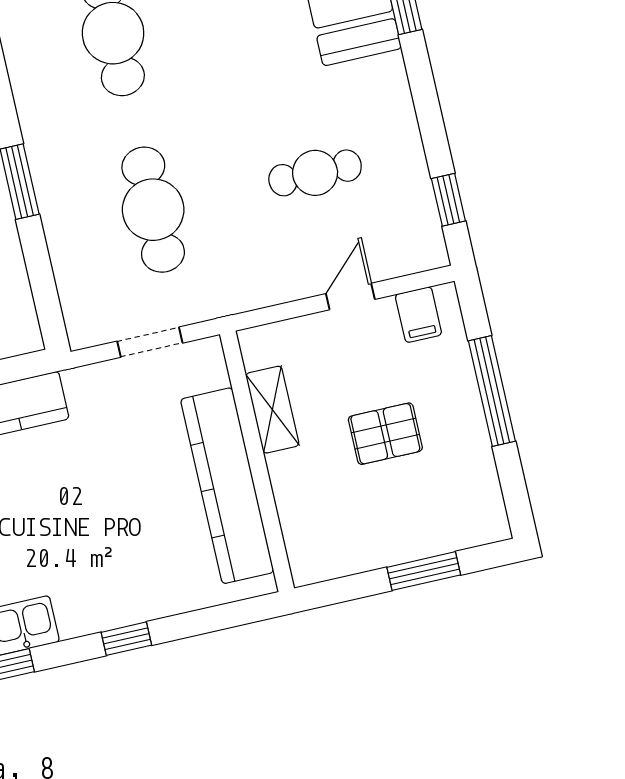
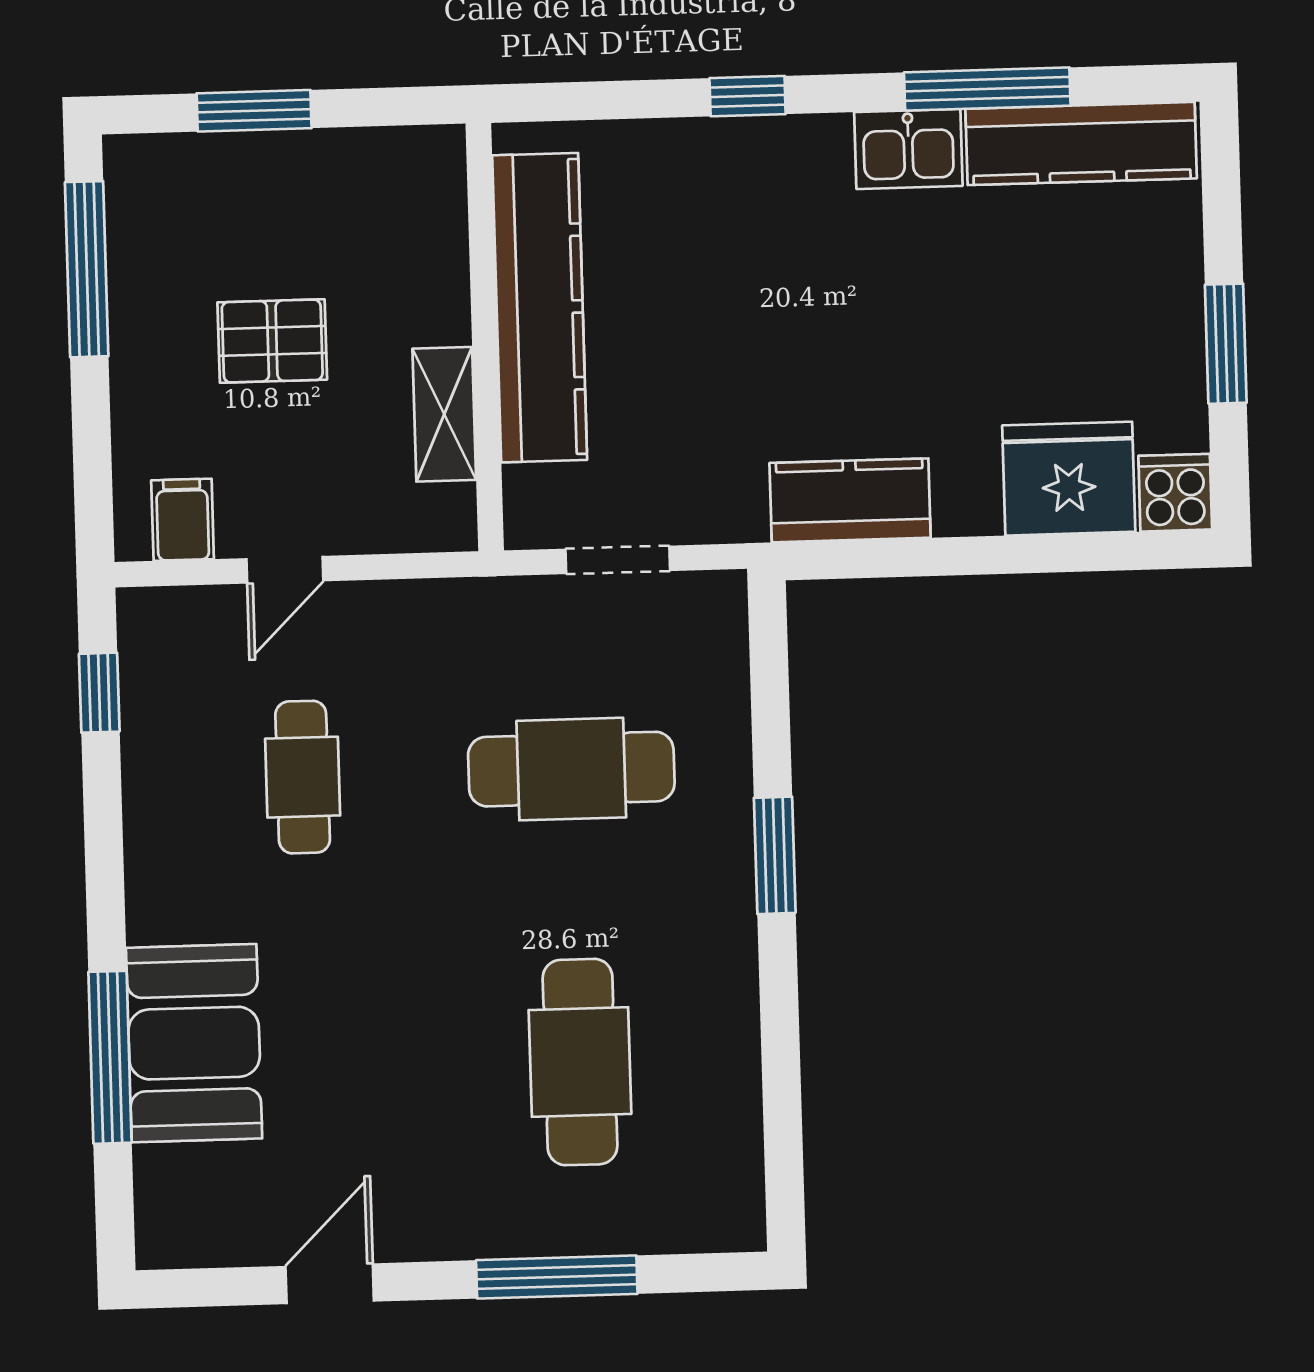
cafe table: (315, 173) -> (303, 777), turned 90
cafe table: (153, 210) -> (571, 769), turned 90
window: (492, 391) -> (87, 269), moved

